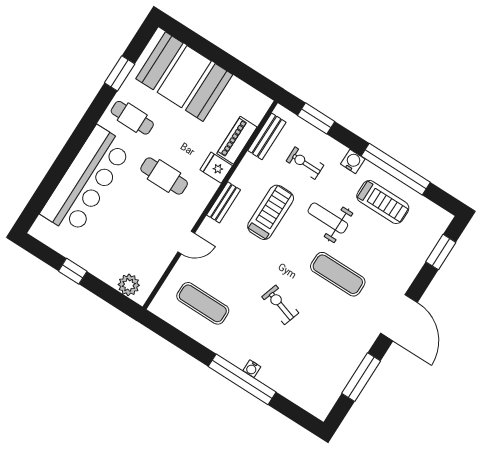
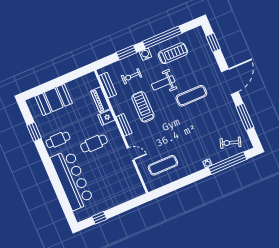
booth: (184, 77) -> (54, 100), width x0.73, depth x0.70
window: (316, 118) -> (126, 53), moved
door: (186, 243) -> (131, 154), hinge flipped
window: (73, 271) -> (99, 218), moved
plant: (129, 285) -> (132, 193), removed
exercise bike: (280, 305) -> (230, 143), moved
door: (399, 318) -> (230, 82), hinge flipped
window: (242, 379) -> (227, 163), moved

